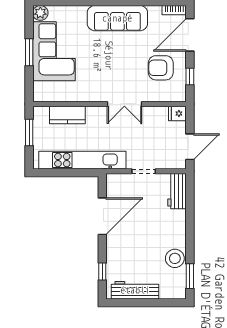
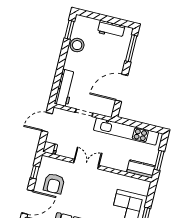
armchair: (161, 68) -> (54, 184), turned 90
kitchen counter: (67, 115) -> (141, 169), moved
workbench: (177, 191) -> (65, 88), width x1.37
window: (102, 271) -> (131, 48), width x2.17
workbench: (135, 290) -> (111, 29), width x0.73

